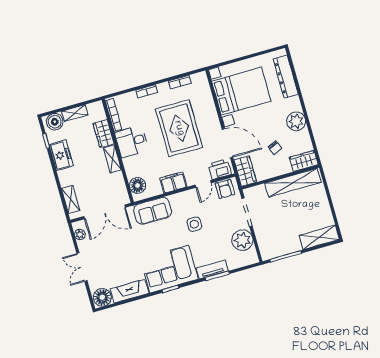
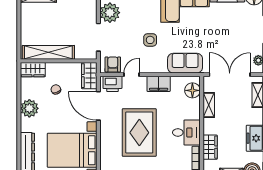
shelving: (112, 159) -> (209, 105), moved

